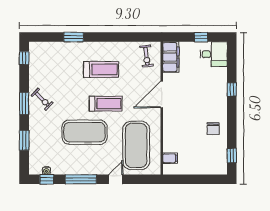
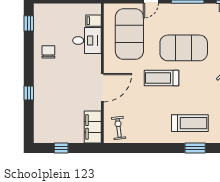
desk: (214, 54) -> (87, 41), moved, turned 180
treadmill: (101, 69) -> (190, 123), moved, turned 180

